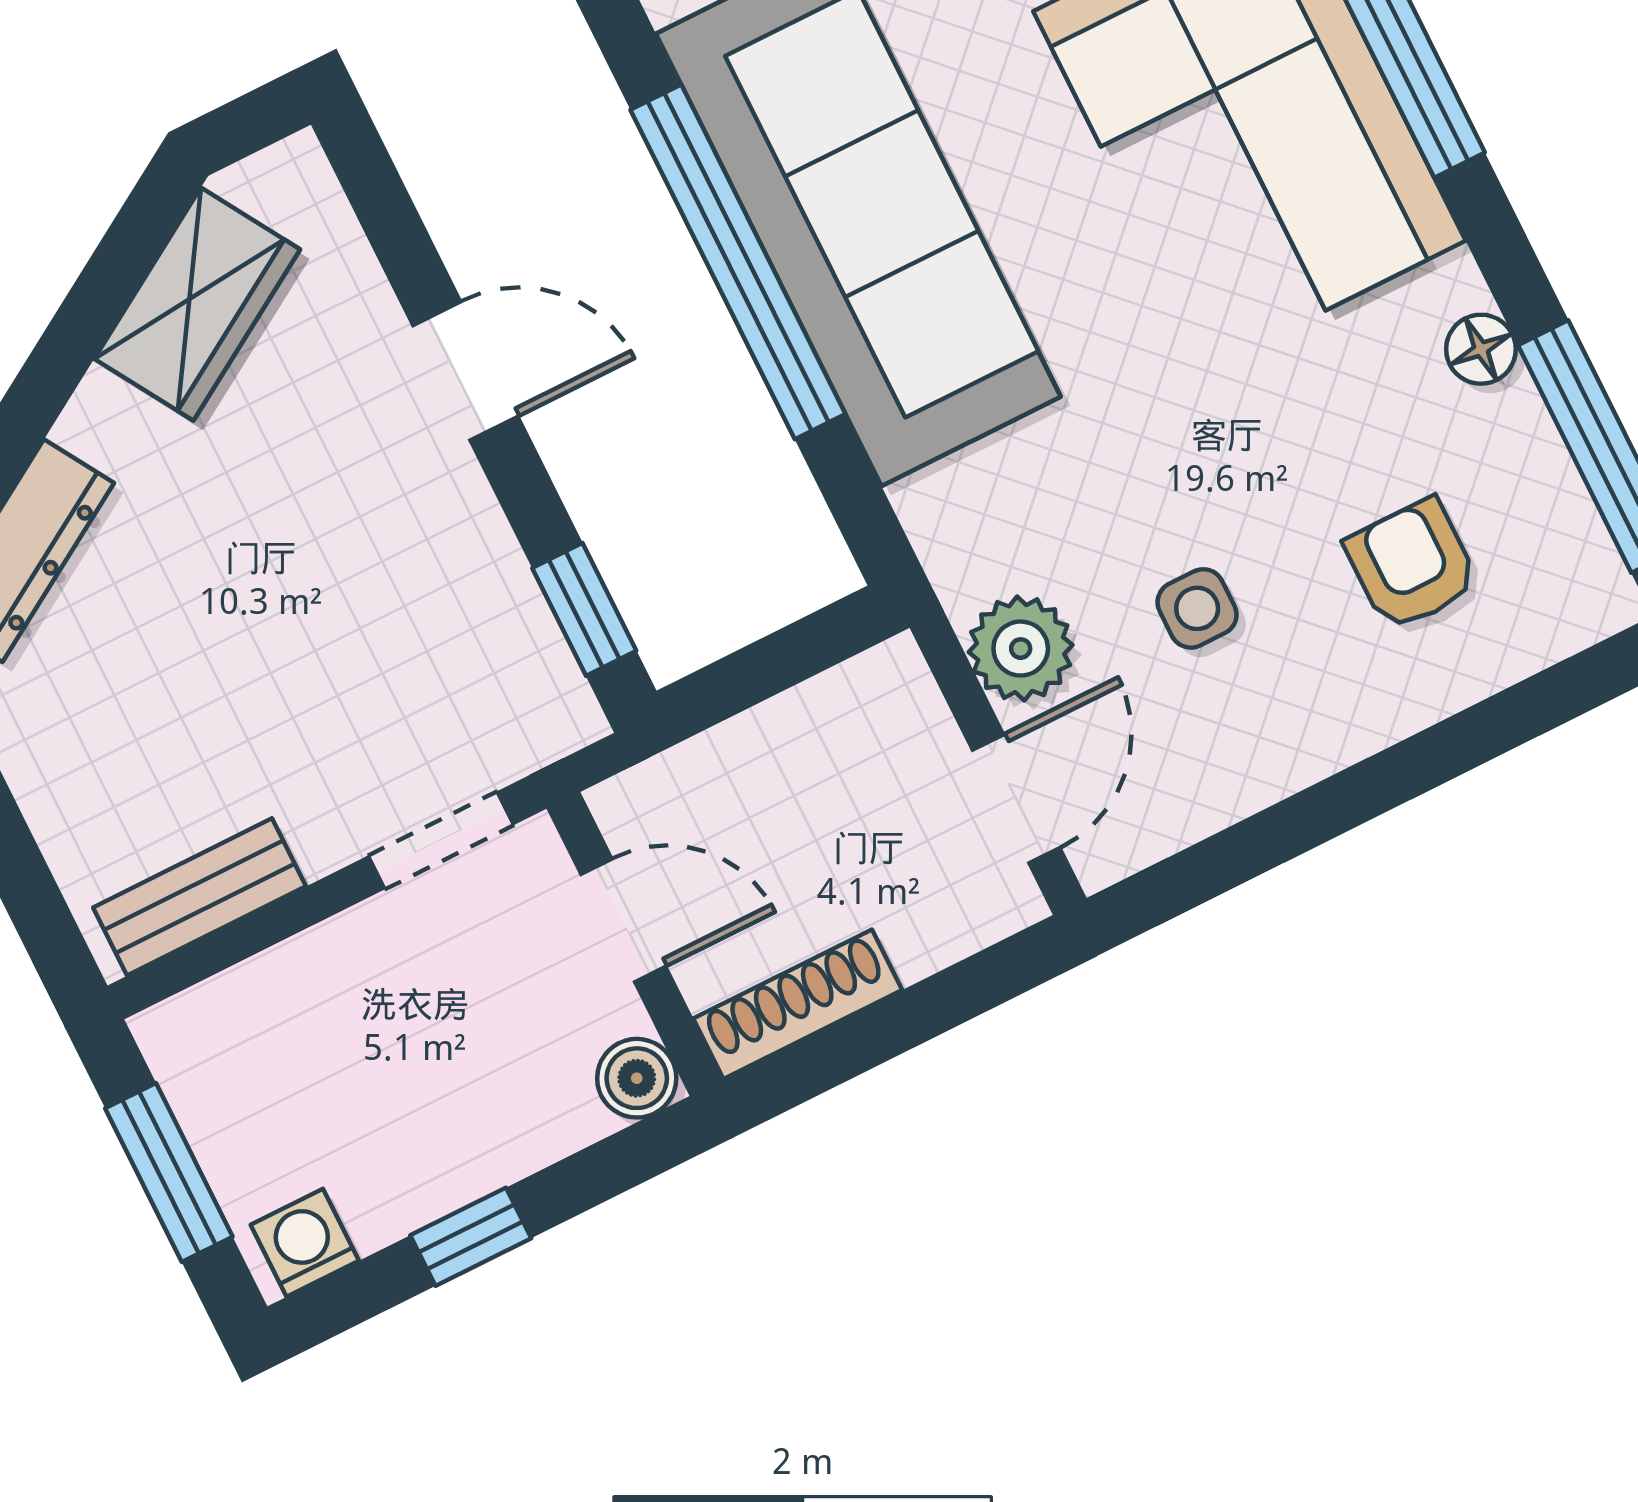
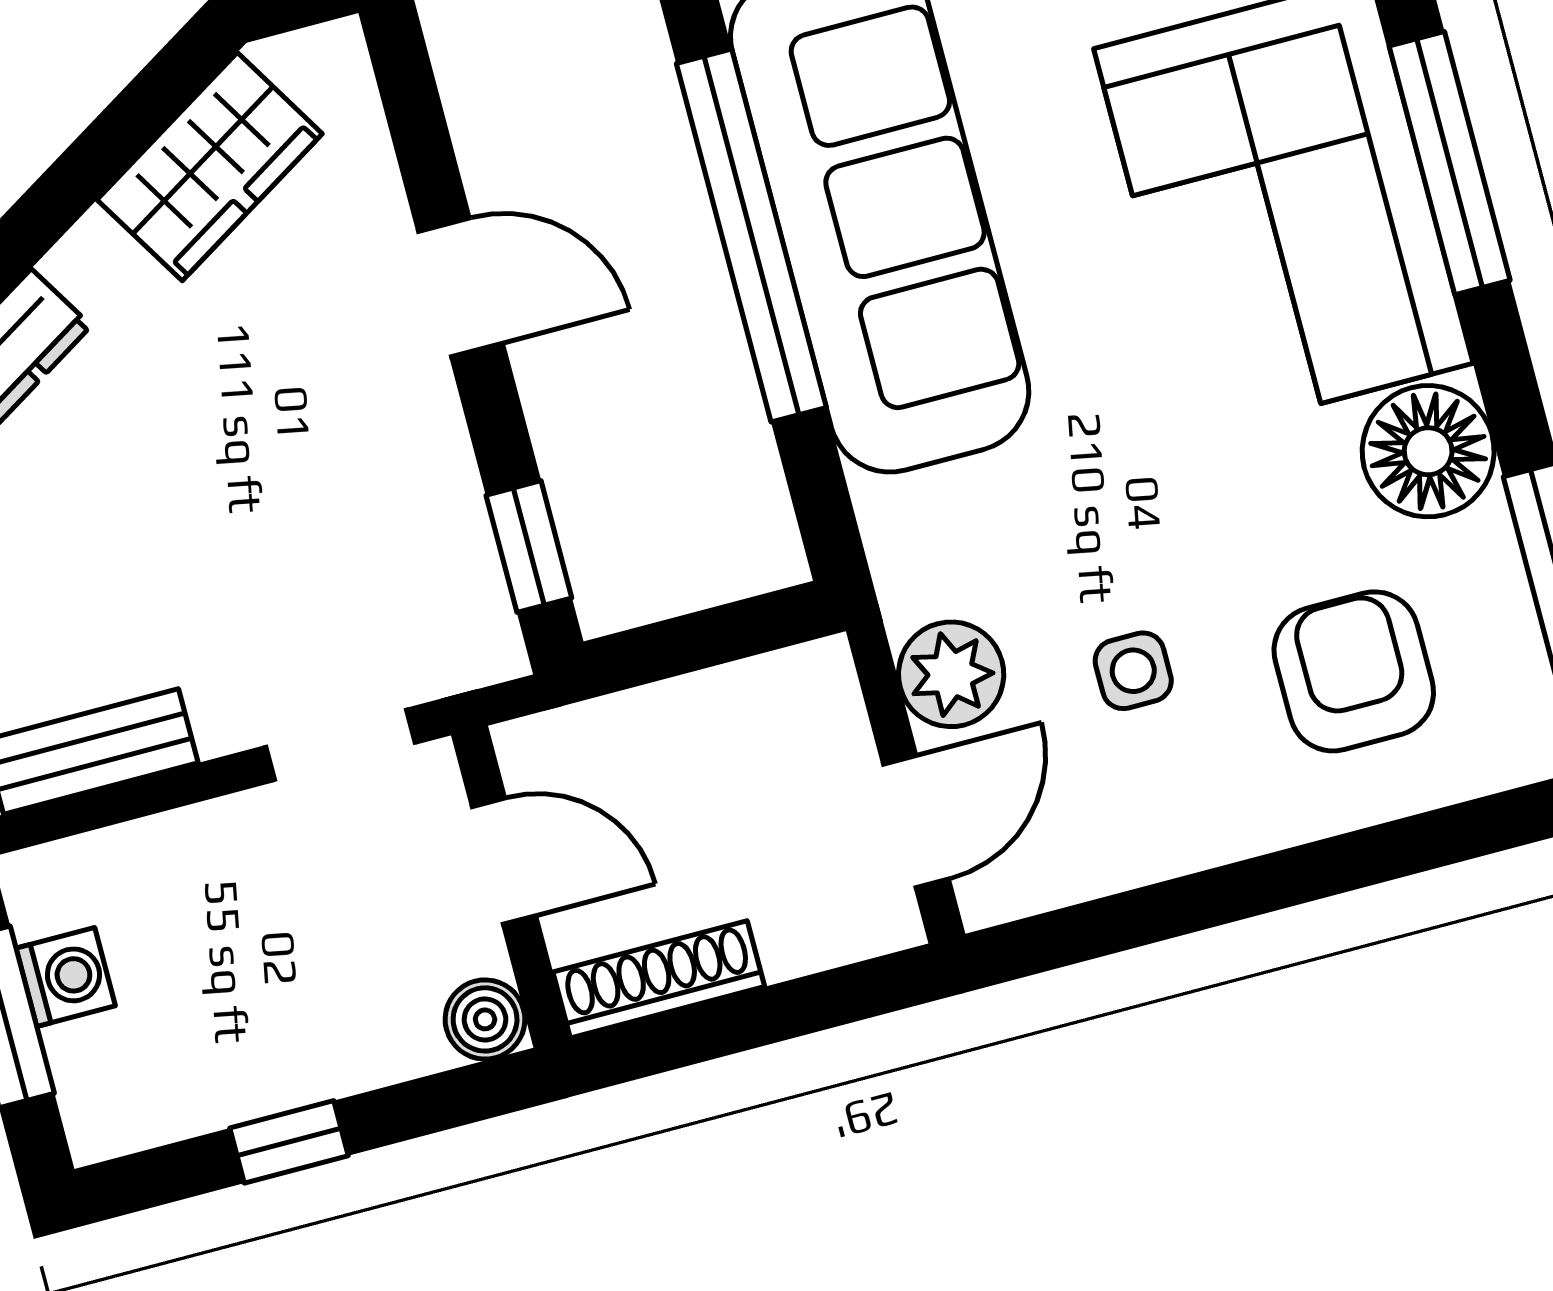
floor lamp: (1481, 349) -> (1428, 451), width x1.89, depth x1.89
armchair: (1412, 565) -> (1354, 671), width x1.38, depth x1.38
washing machine: (305, 1243) -> (66, 977), moved, turned 90

